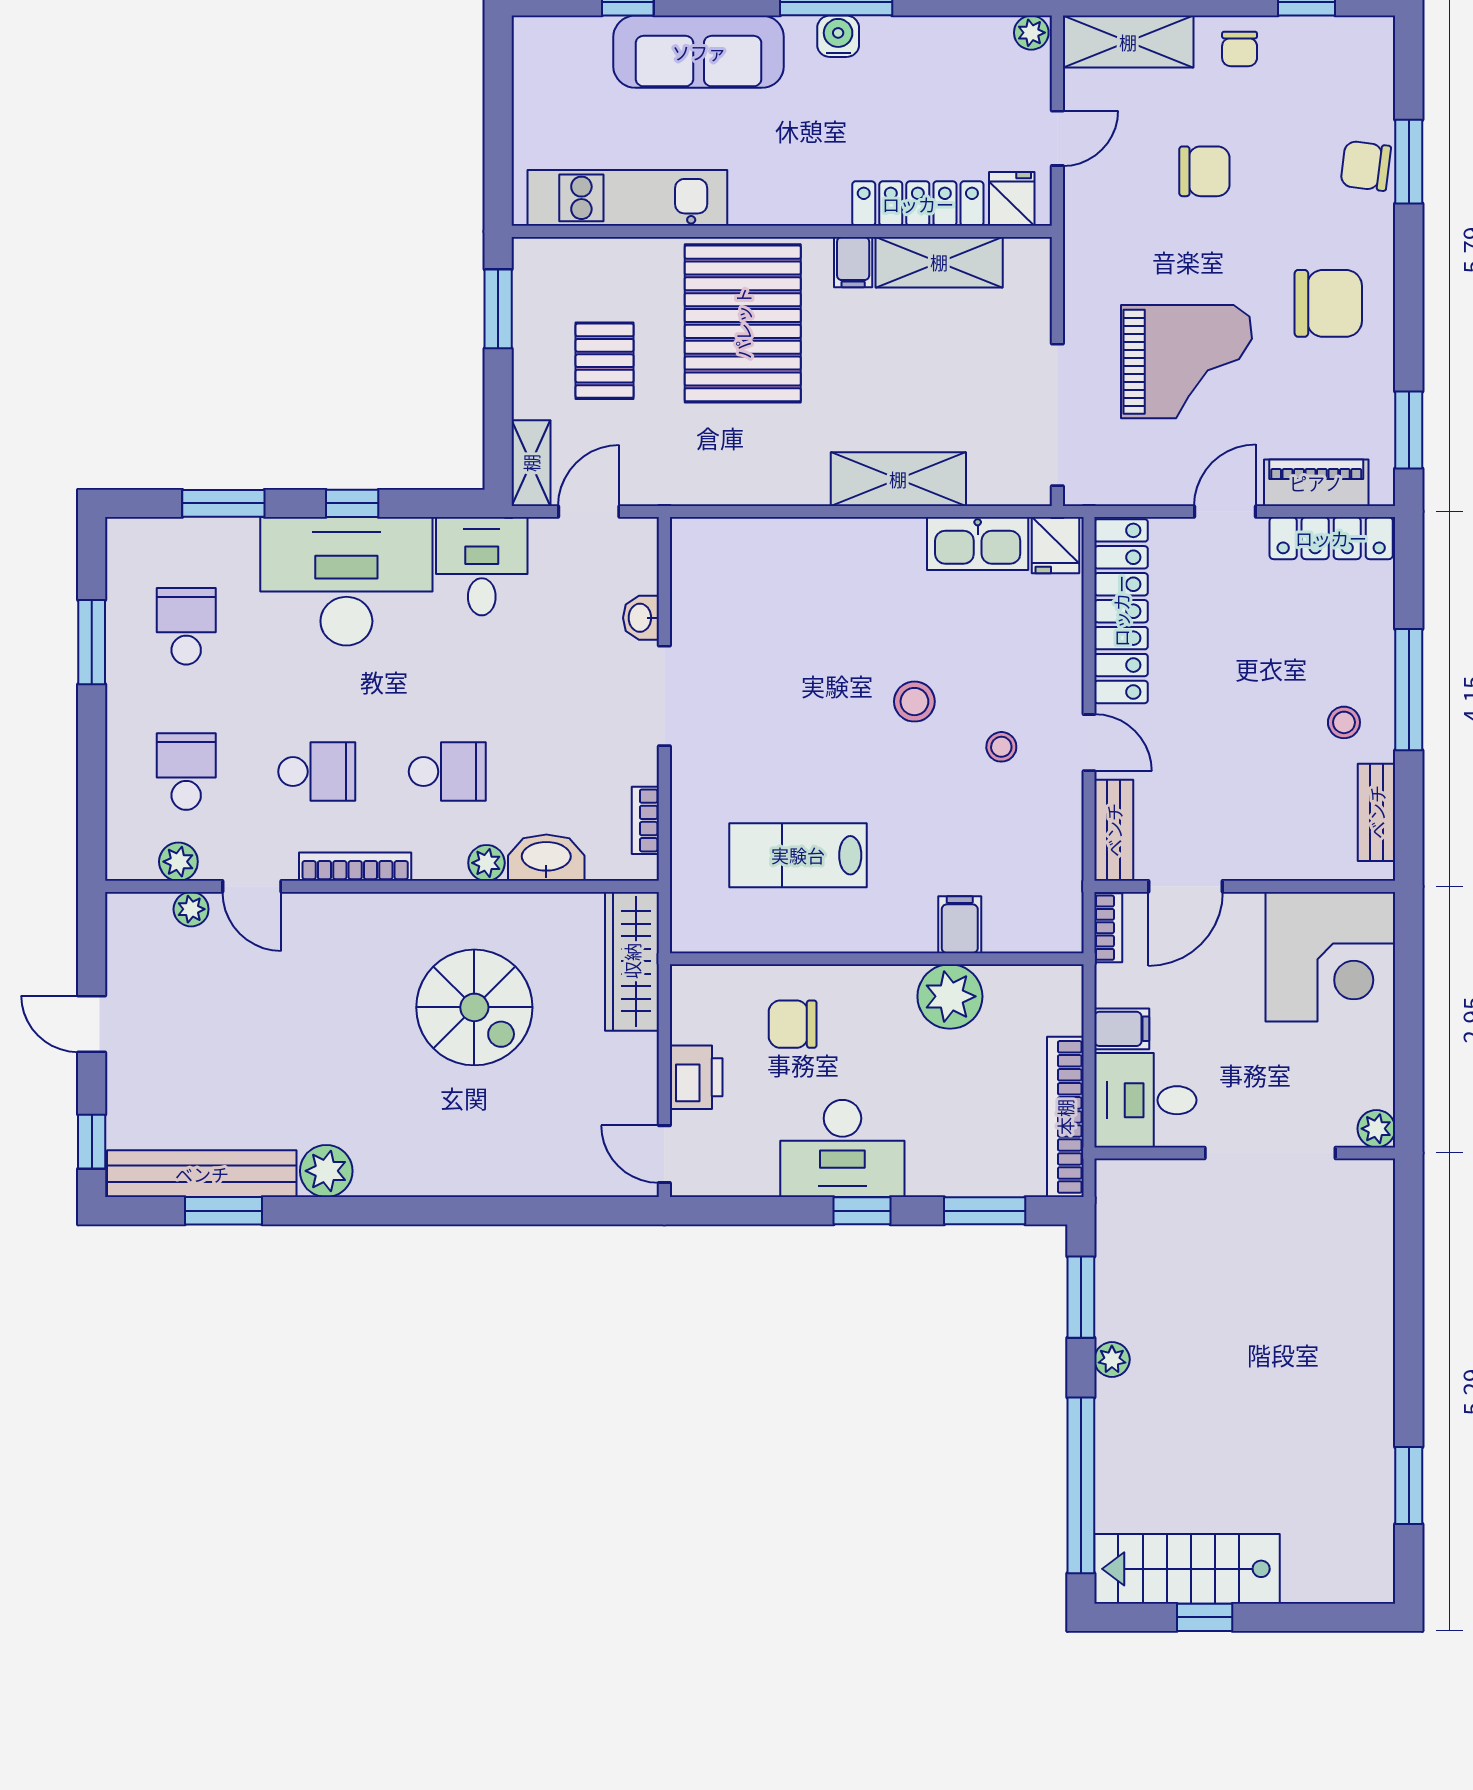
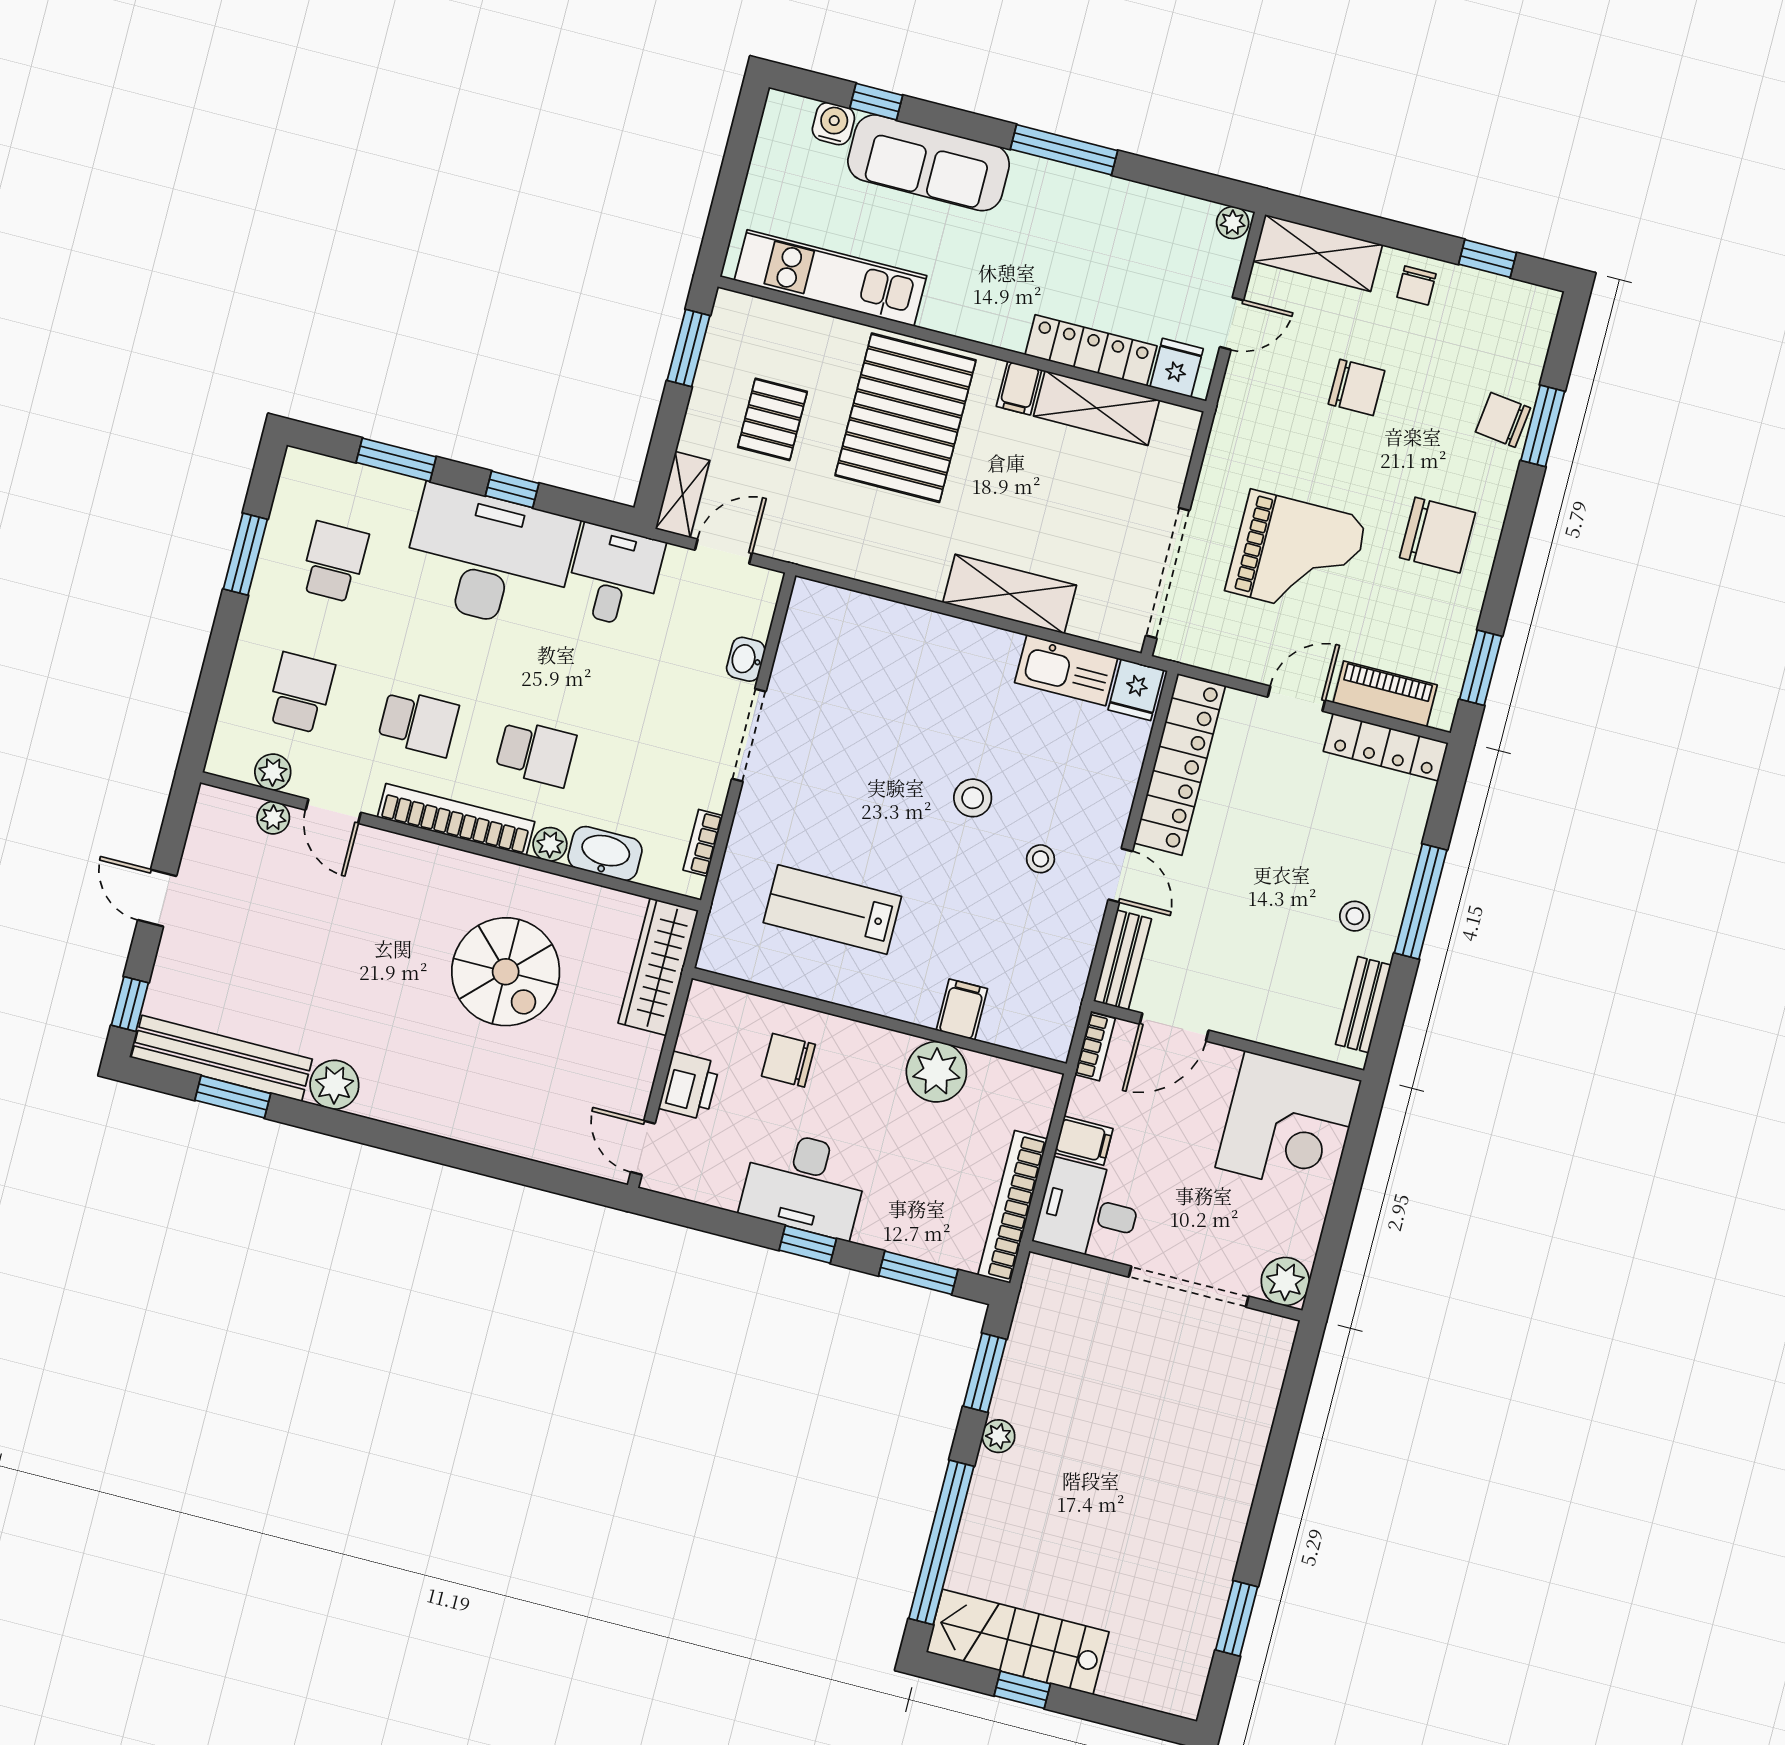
water cooler: (838, 36) -> (833, 124), moved
bookcase: (355, 867) -> (456, 820), width x1.48, depth x1.31
plant: (1376, 1129) -> (1285, 1281), width x1.38, depth x1.38

